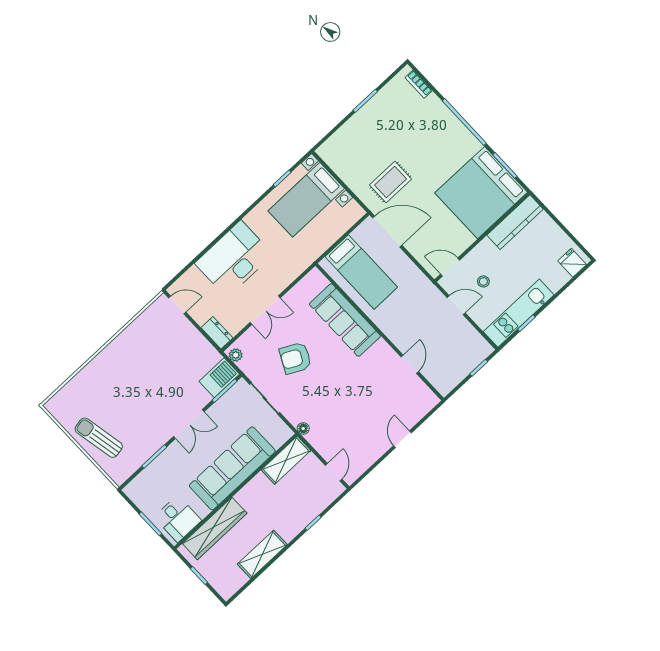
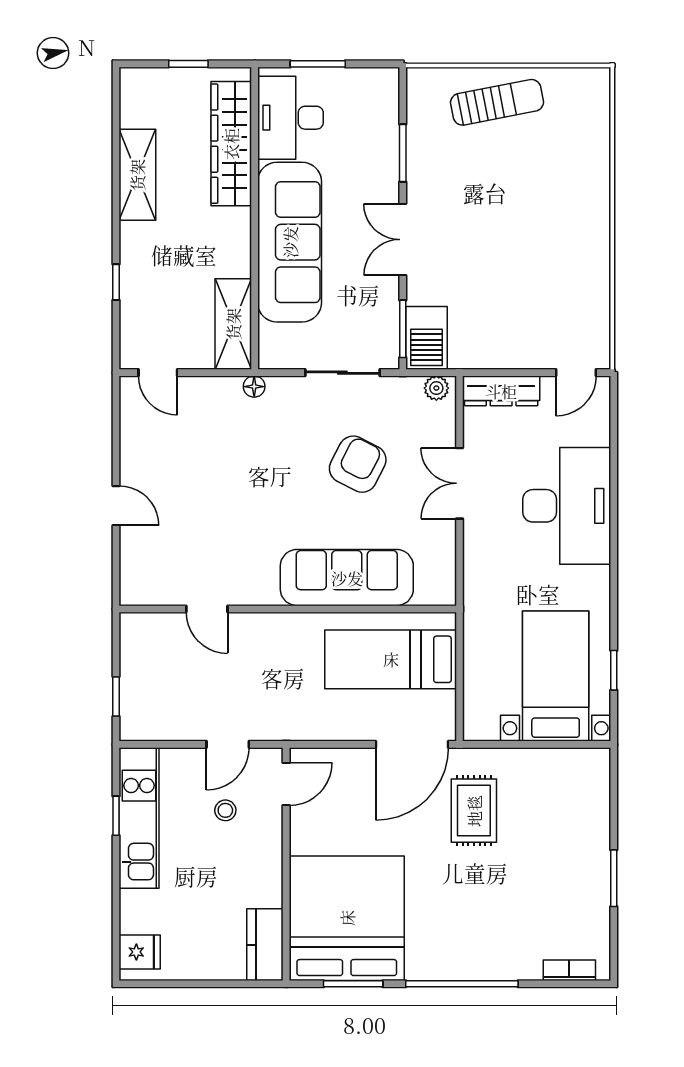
kitchen counter: (515, 222) -> (265, 945), width x0.67
dresser: (217, 333) -> (501, 391), width x1.44
desk: (178, 519) -> (290, 118), width x1.37

